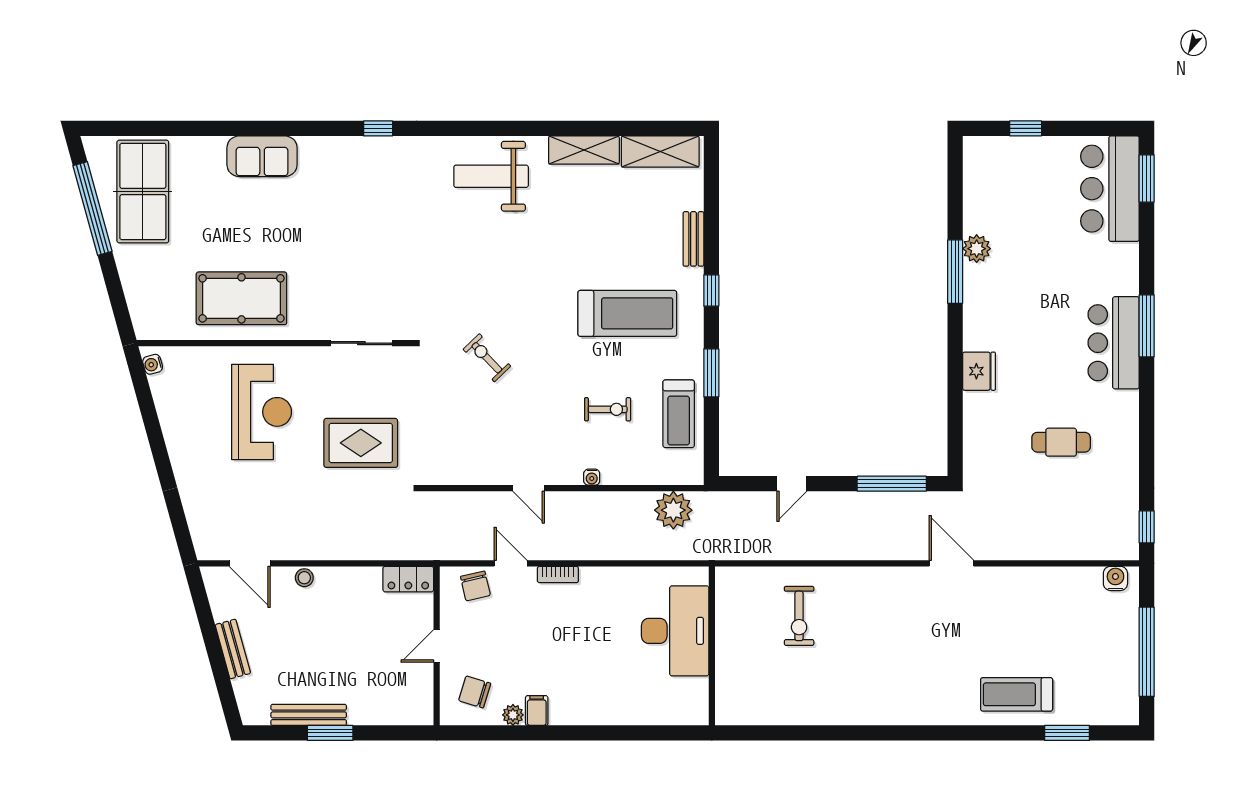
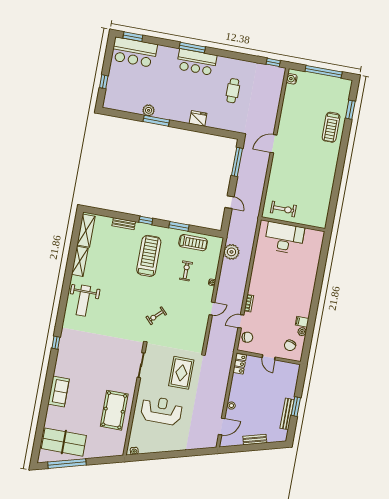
desk: (675, 631) -> (284, 238), moved
wall: (712, 646) -> (293, 224), moved

